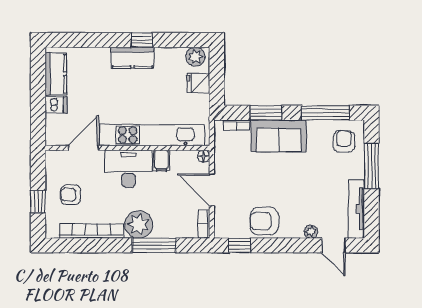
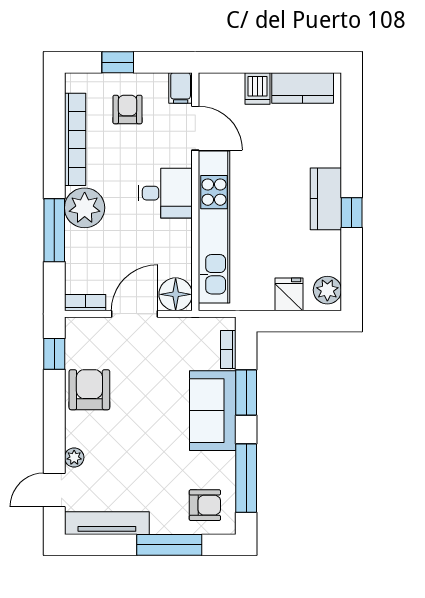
floor lamp: (204, 156) -> (176, 294), width x1.89, depth x1.89
filing cabinet: (162, 161) -> (181, 88), moved, turned -90
desk: (128, 169) -> (165, 193), width x0.73

